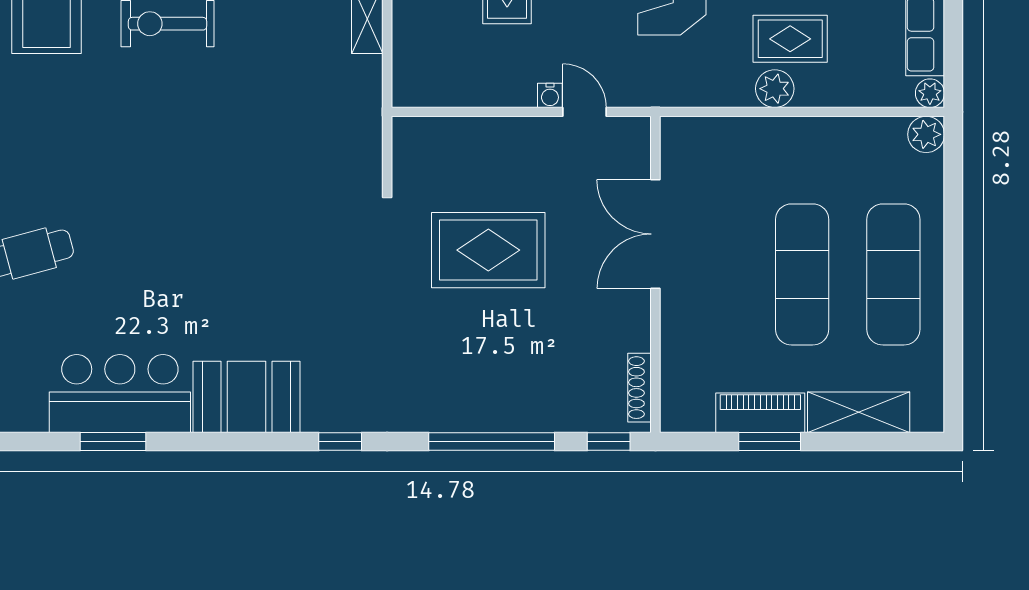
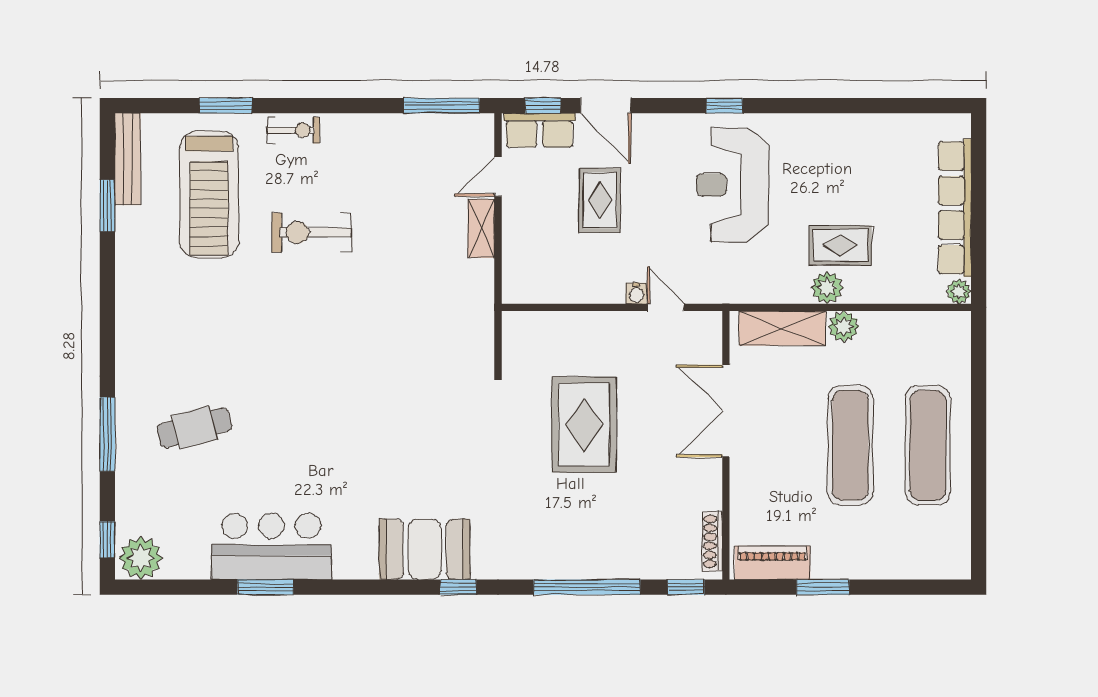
plant: (926, 134) -> (844, 326), moved
rug: (488, 250) -> (584, 425), turned 90
booth: (246, 397) -> (425, 549), moved
shelving: (859, 412) -> (782, 328), moved
piano: (760, 413) -> (773, 563), moved

